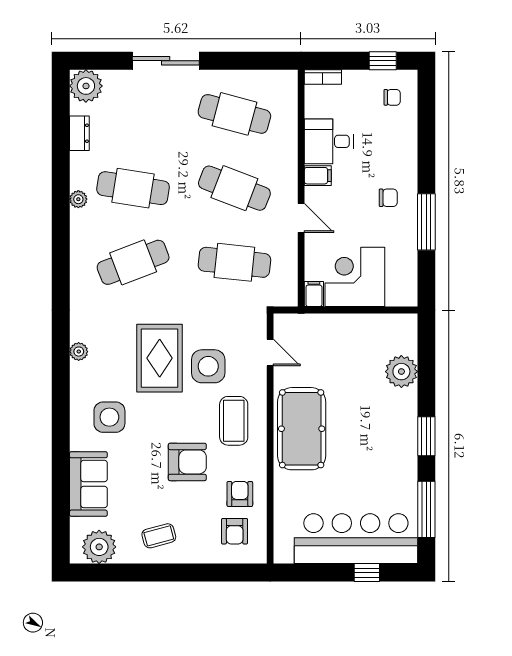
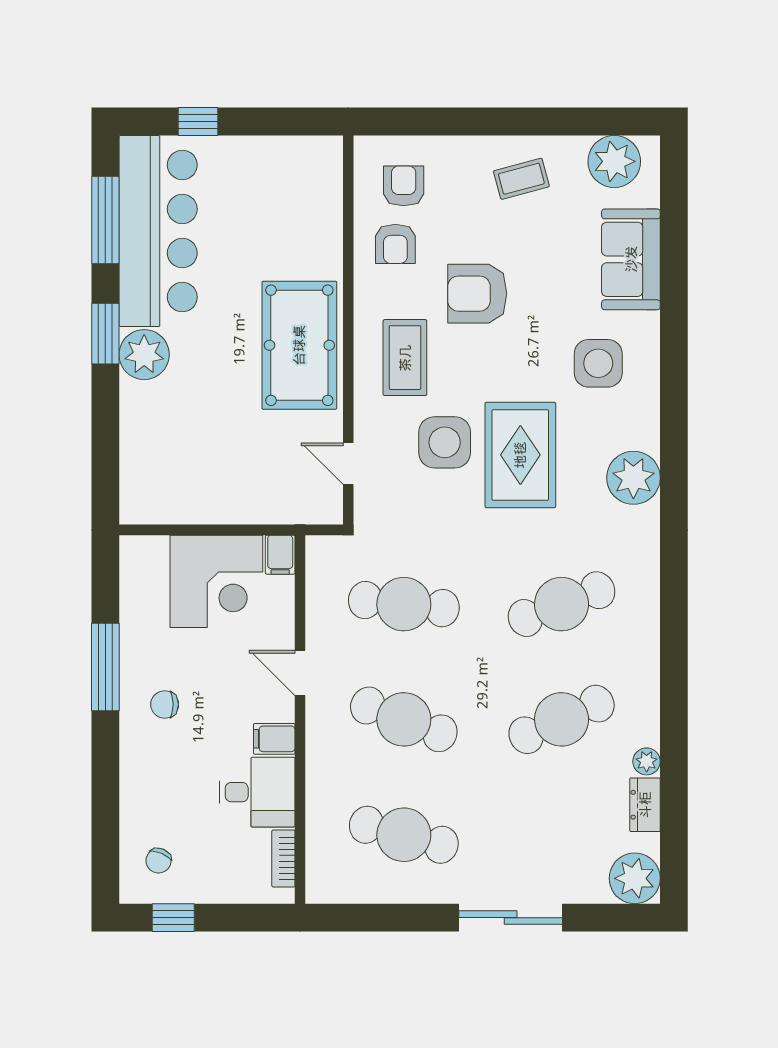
bookcase: (323, 77) -> (283, 859), moved, turned -90
chair: (392, 97) -> (159, 861), turned -67
cafe table: (133, 188) -> (562, 719), turned -33
plant: (78, 199) -> (647, 761), moved
plant: (79, 352) -> (633, 478), width x1.88, depth x1.88
plant: (401, 372) -> (144, 355), moved
bar counter: (356, 539) -> (158, 231), moved, turned -90

